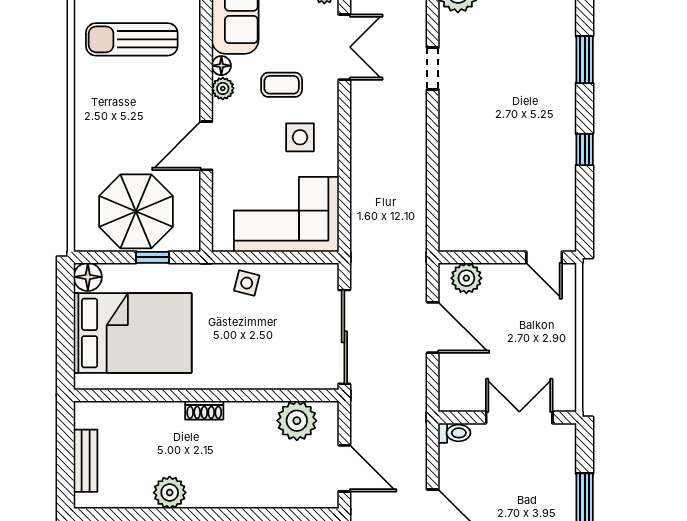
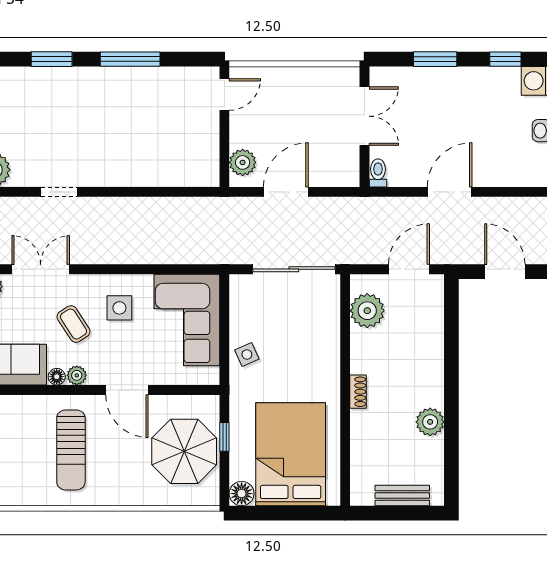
sun lounger: (132, 39) -> (71, 450), moved
coffee table: (282, 85) -> (73, 324), turned -33
window: (585, 150) -> (130, 59), width x2.17
side table: (247, 283) -> (247, 355), turned -38
double door: (519, 417) -> (364, 116), swing flipped

